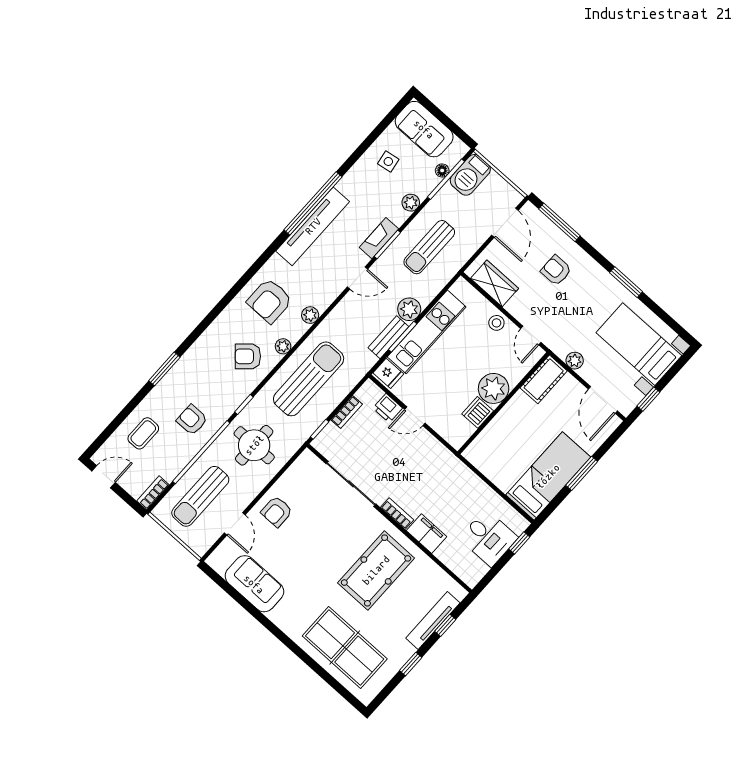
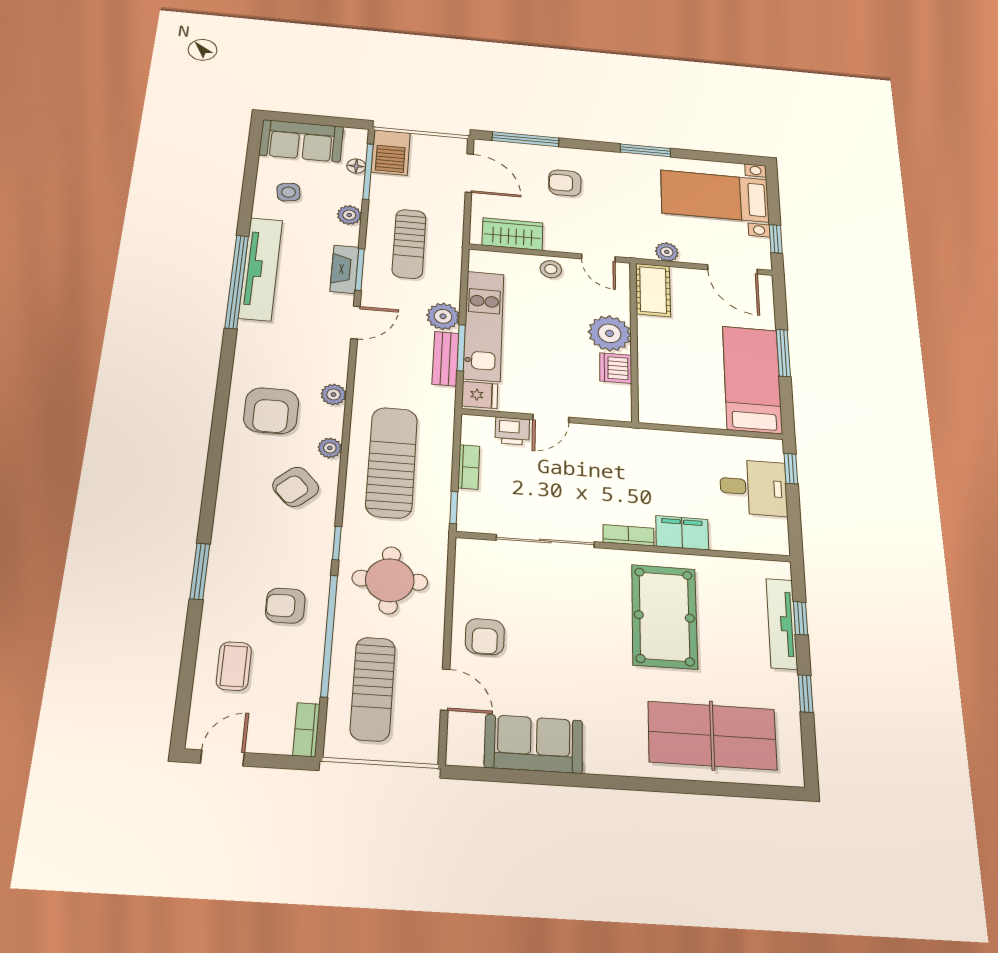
tv unit: (313, 226) -> (261, 269), moved

